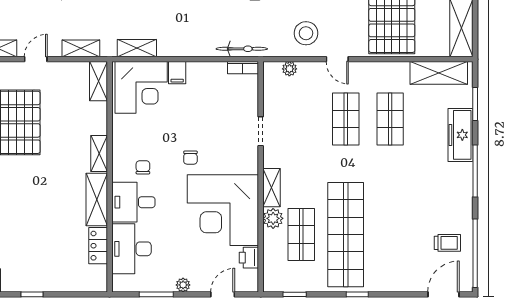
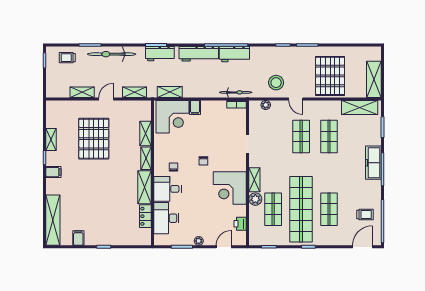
shelving: (98, 81) -> (146, 134), moved
freezer: (461, 135) -> (373, 163), moved
corner desk: (223, 210) -> (230, 188), width x0.74, depth x0.74
shop shelf: (390, 235) -> (329, 209), added

